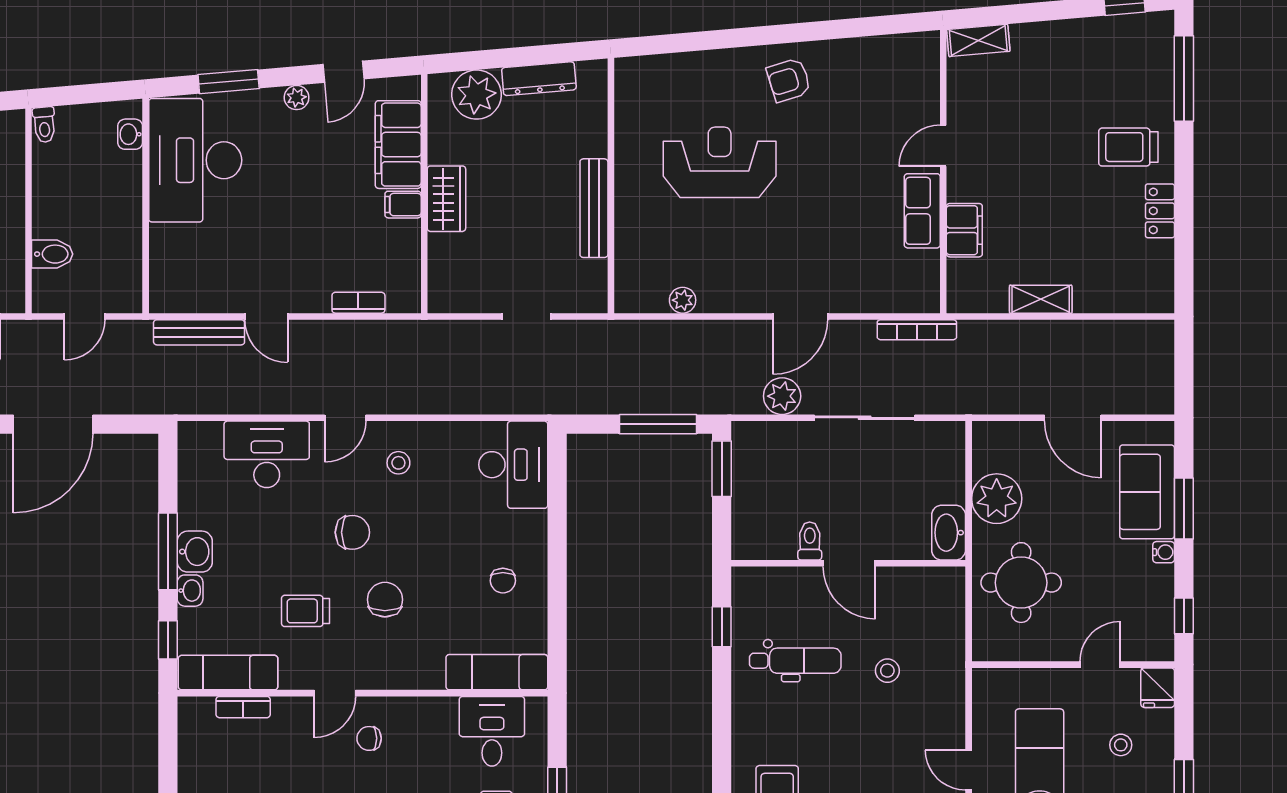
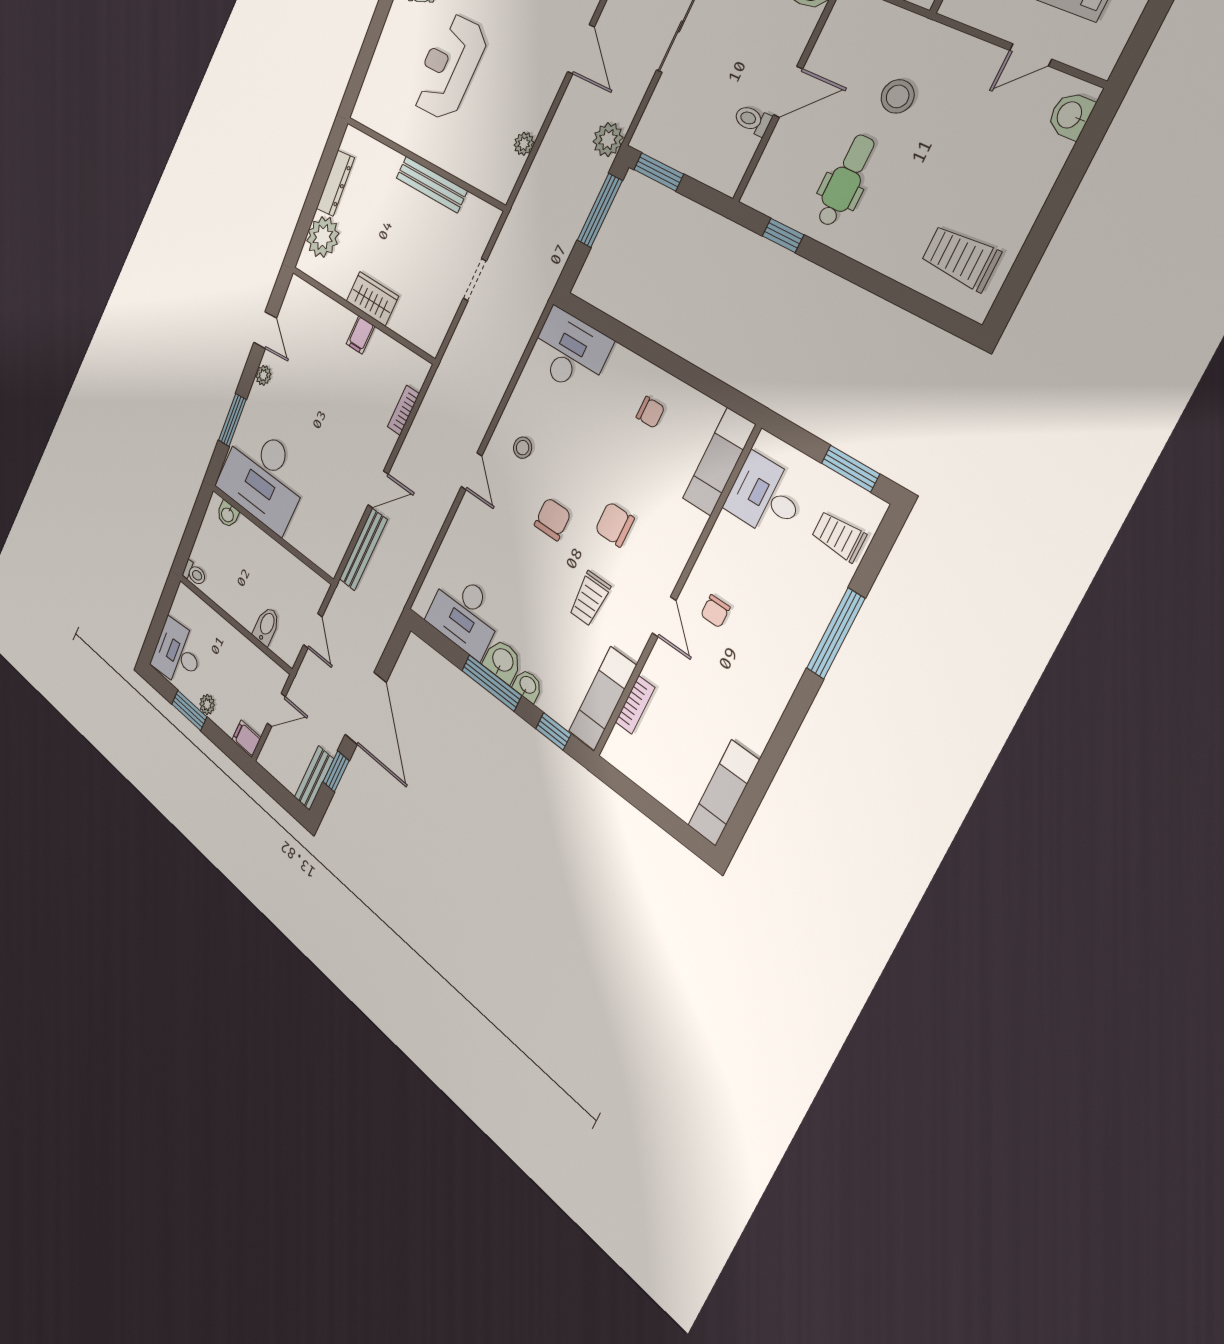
filing cabinet: (398, 145) -> (324, 316), removed
plant: (782, 396) -> (608, 140), moved
desk: (267, 454) -> (464, 614), moved, turned -90
stool: (887, 671) -> (898, 96), width x1.37, depth x1.37

